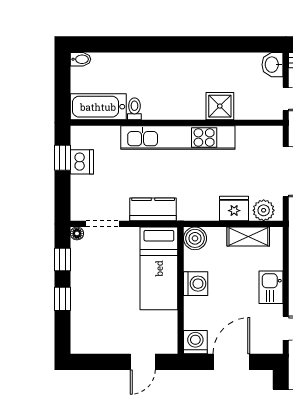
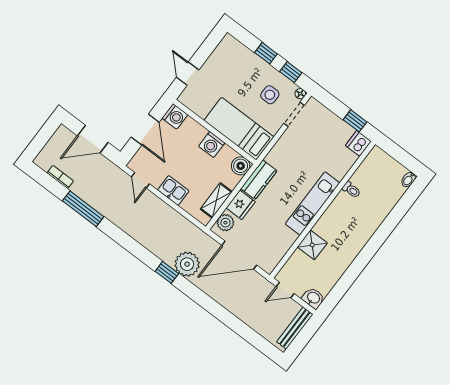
bathtub: (98, 107) -> (370, 168), removed
kitchen unit: (178, 137) -> (313, 203), width x0.73
dishwasher: (82, 162) -> (358, 143), moved, turned 90
kitchen counter: (153, 209) -> (259, 180), moved
side table: (101, 263) -> (270, 95), added

